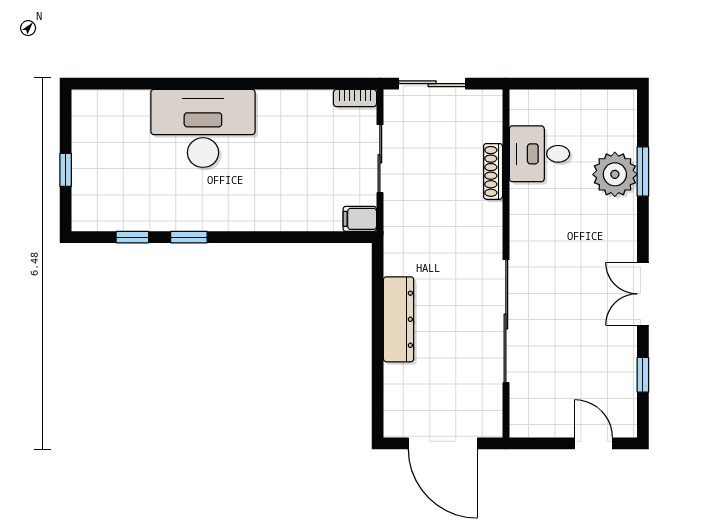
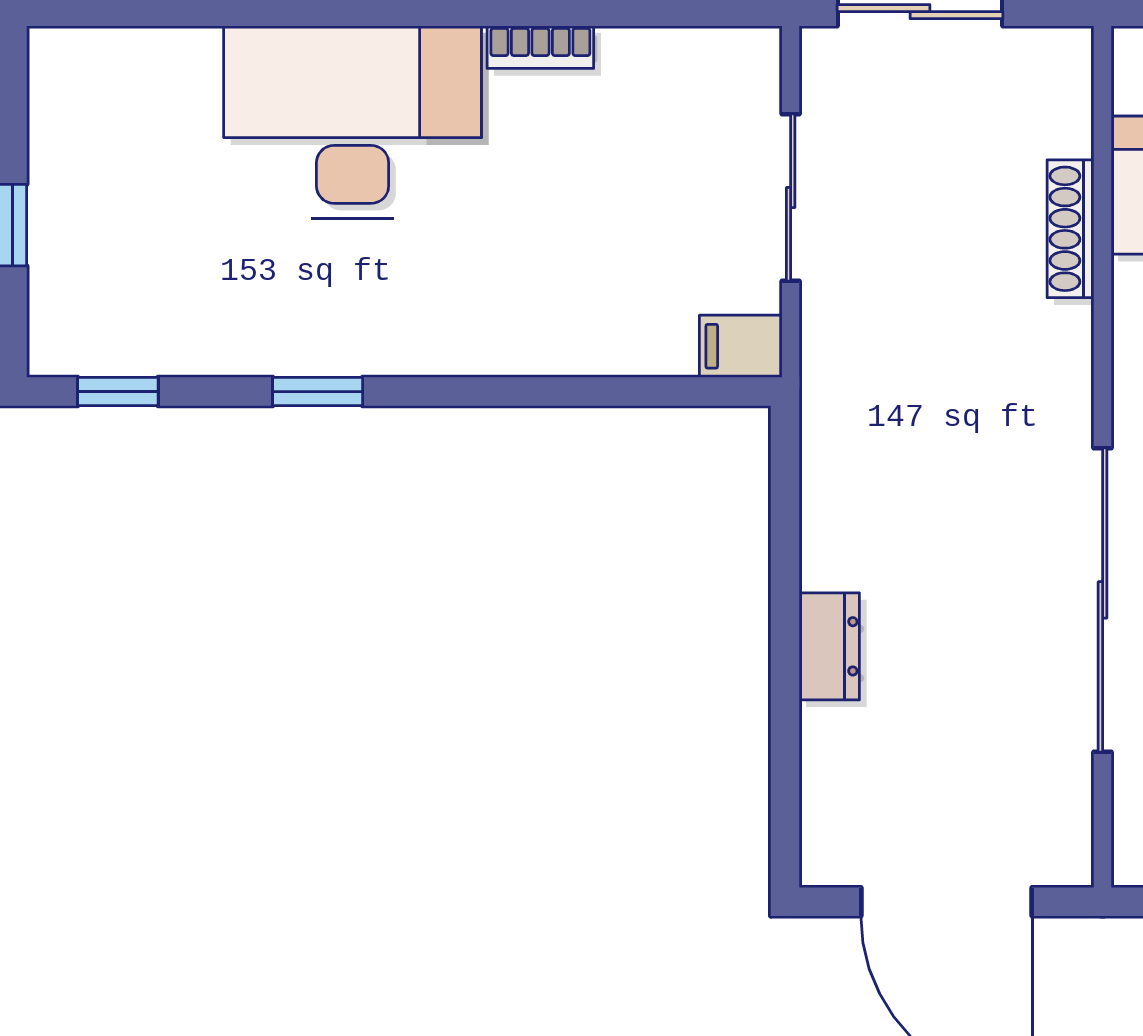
bookcase: (355, 98) -> (540, 47), moved
window: (132, 237) -> (118, 392), moved
dresser: (399, 319) -> (829, 646), width x0.51, depth x0.80

